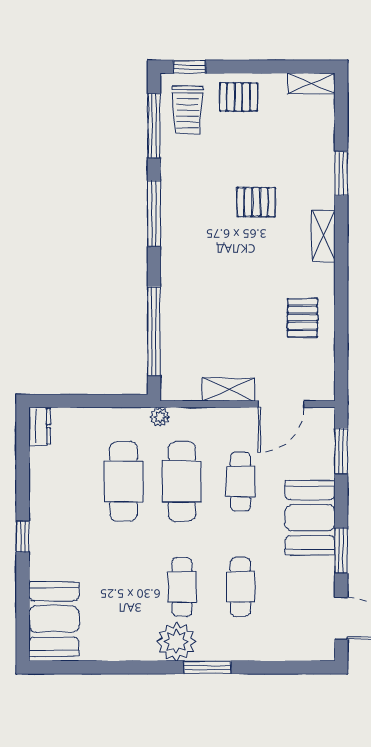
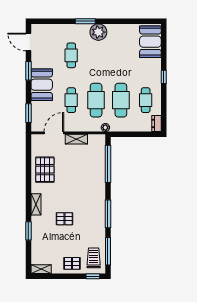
pallet: (303, 318) -> (45, 170), width x1.50, depth x1.42
cafe table: (182, 587) -> (146, 100), moved

